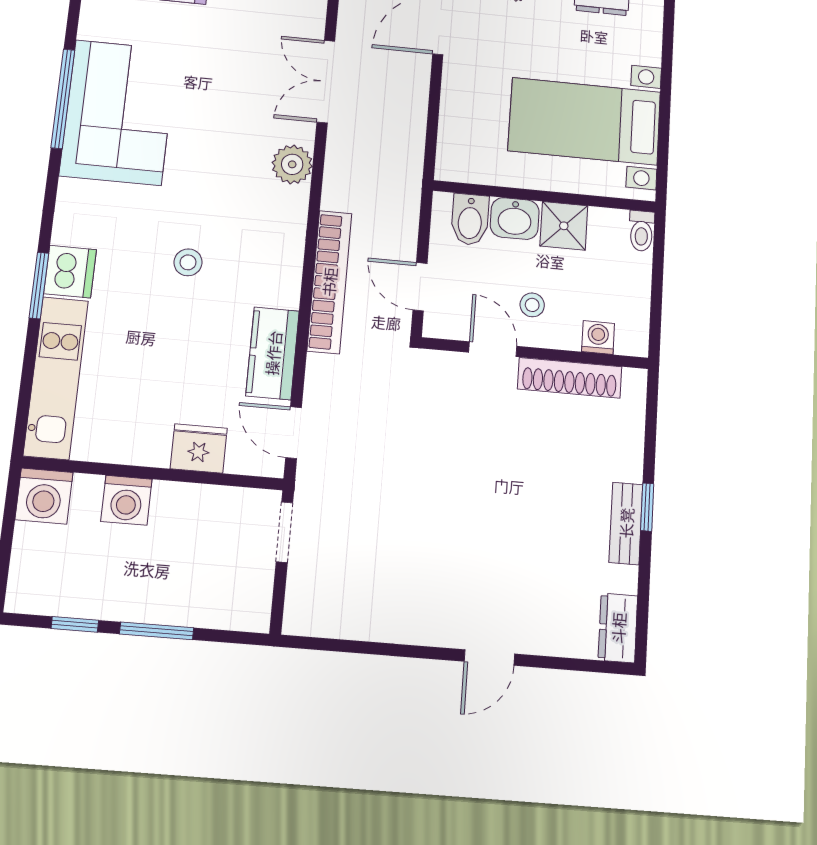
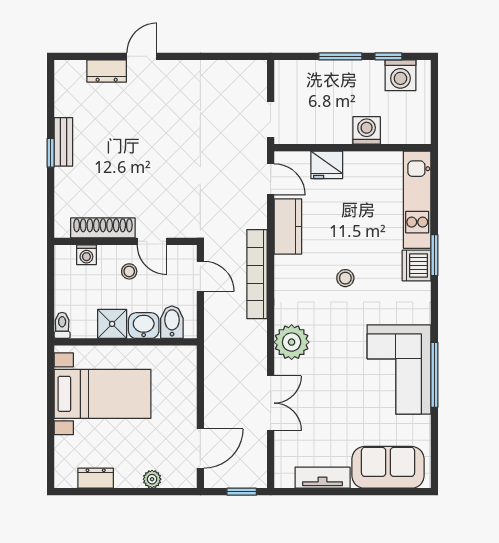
plant: (292, 164) -> (292, 342), width x1.36, depth x1.36
washing machine: (44, 496) -> (400, 75), moved, turned 180
dresser: (618, 628) -> (107, 71), moved, turned 90

